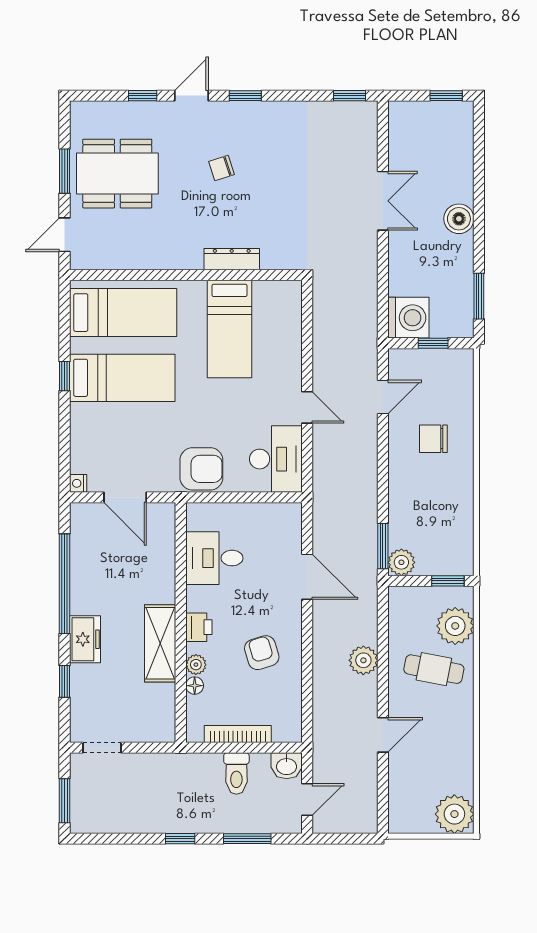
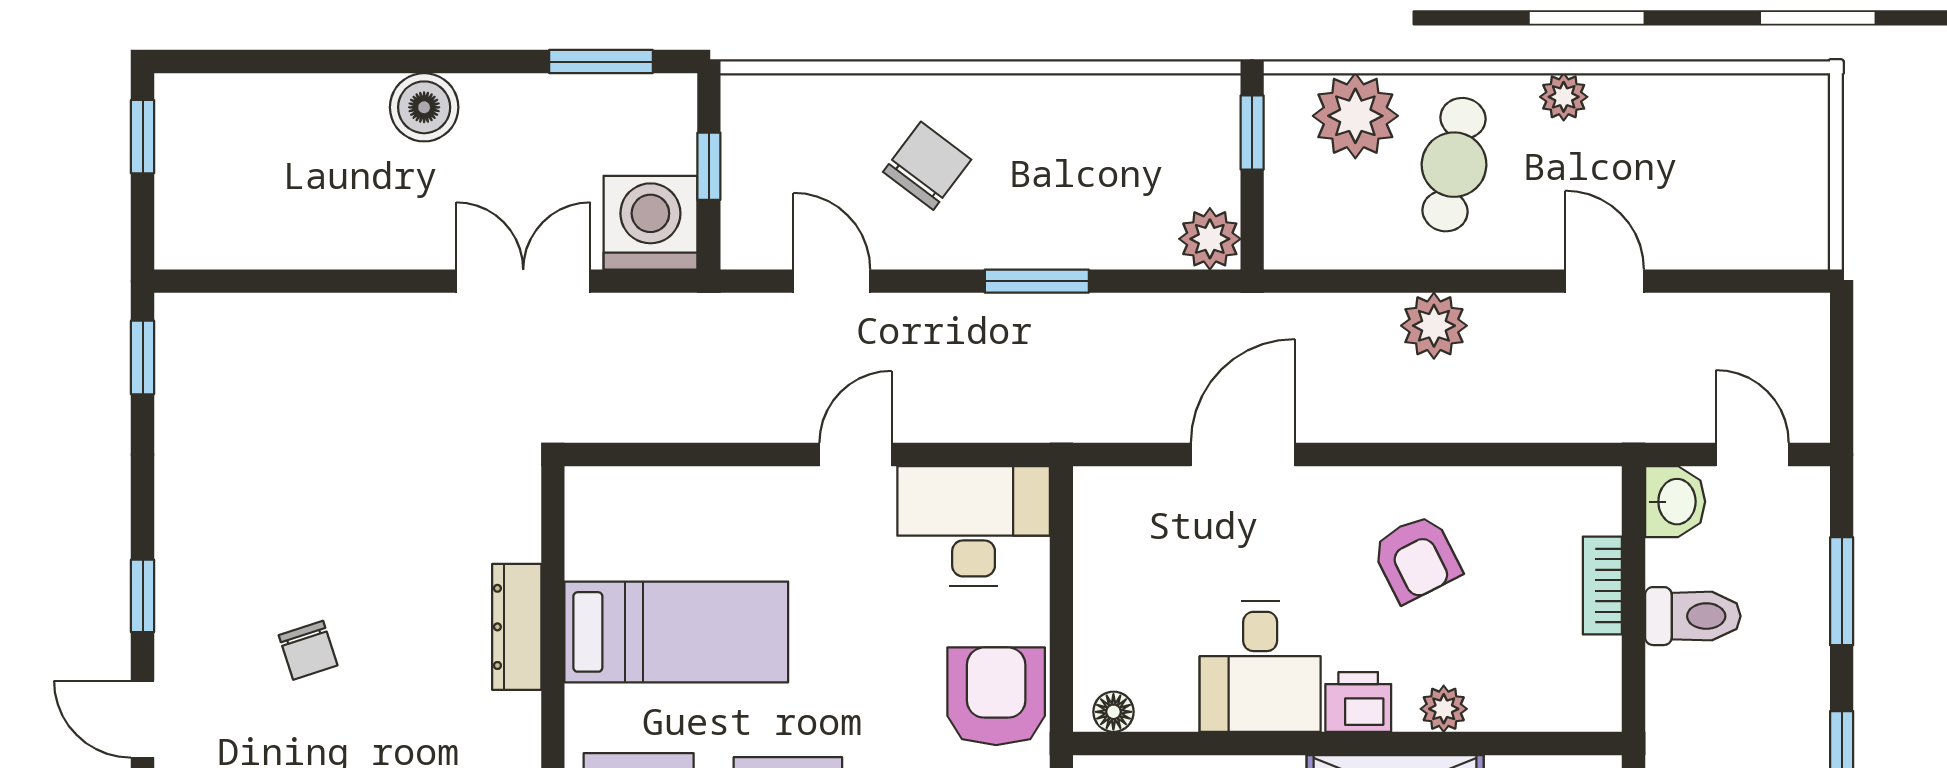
double door: (383, 201) -> (523, 281), moved
chair: (433, 439) -> (927, 166), turned -143
window: (383, 546) -> (1037, 281), moved
desk: (214, 558) -> (1260, 667), moved
armchair: (262, 653) -> (1416, 558), turned -100
floor lamp: (195, 686) -> (1113, 712), moved
bookcase: (238, 734) -> (1602, 586), width x0.64
plant: (454, 814) -> (1564, 97), moved, width x0.53, depth x0.53

